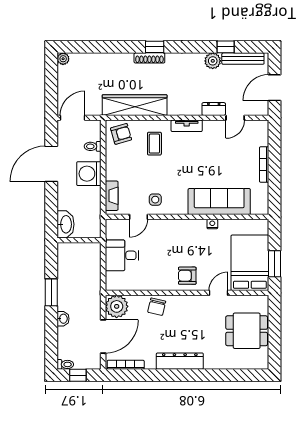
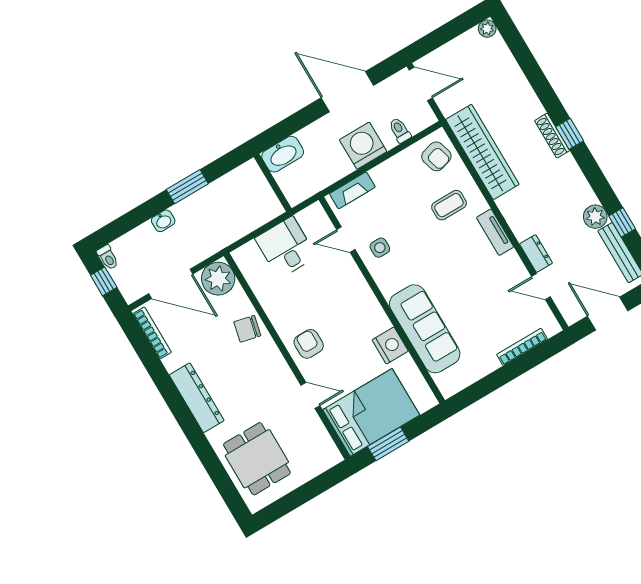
bookcase: (264, 165) -> (522, 347), moved
nightstand: (212, 224) -> (390, 346), width x1.89, depth x1.79
dining table: (247, 331) -> (257, 459), moved

